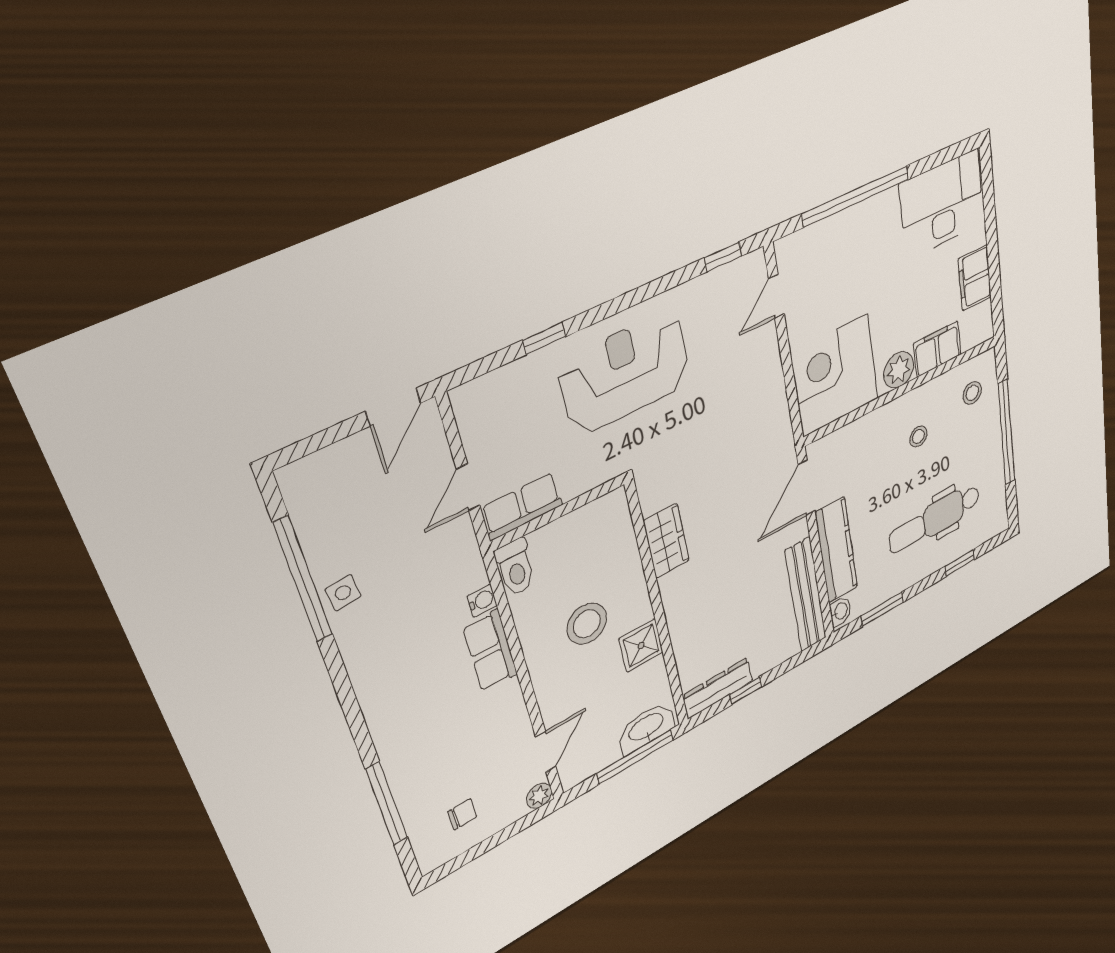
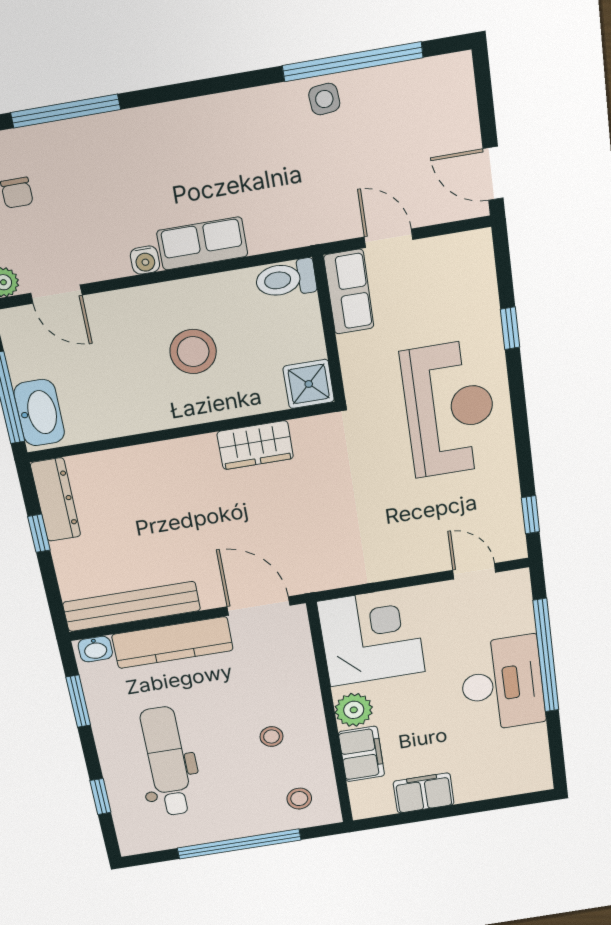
desk: (942, 204) -> (502, 684), moved
water cooler: (482, 601) -> (145, 260), moved
shower: (641, 645) -> (309, 384), moved

